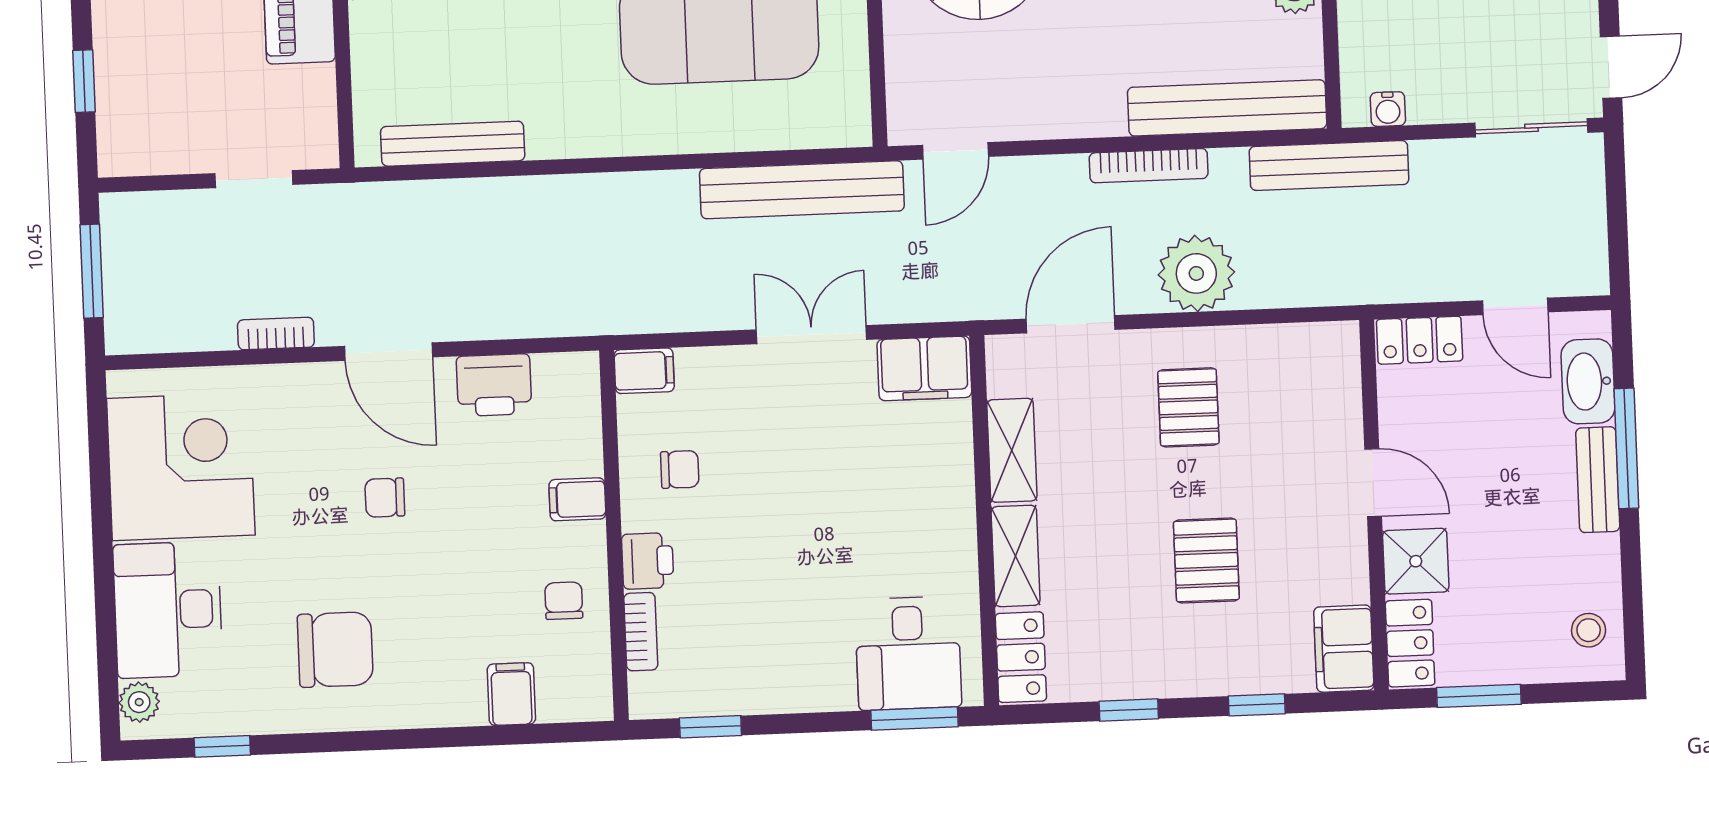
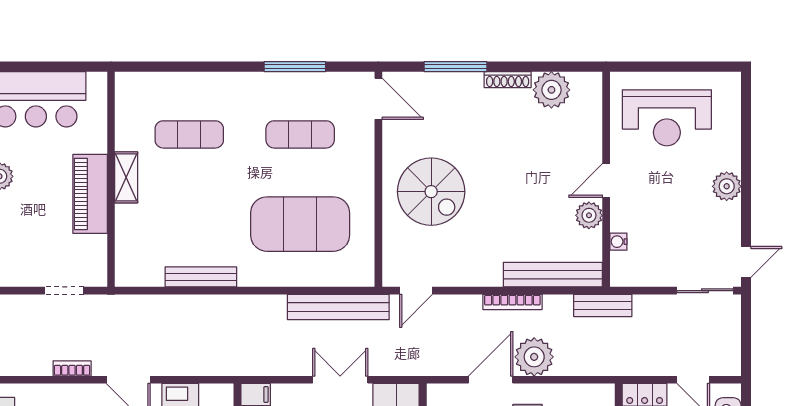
water cooler: (1388, 109) -> (618, 242), moved, turned 90
bench: (453, 144) -> (201, 277), moved
bench: (1329, 165) -> (603, 305), width x0.73
door: (1071, 324) -> (491, 380), moved

